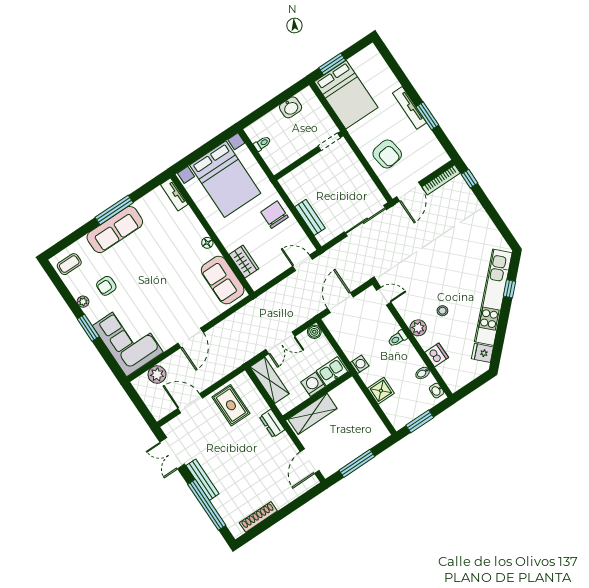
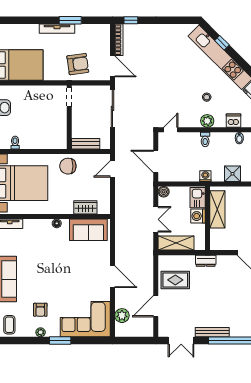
doorway: (329, 142) -> (69, 97), moved
wall: (309, 156) -> (69, 117), moved
shelving: (313, 414) -> (217, 209), moved

